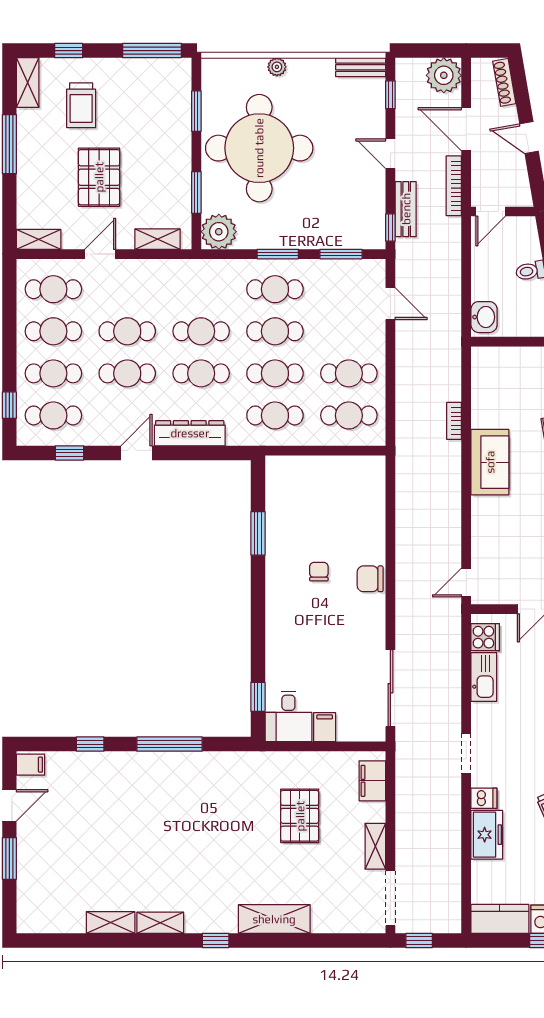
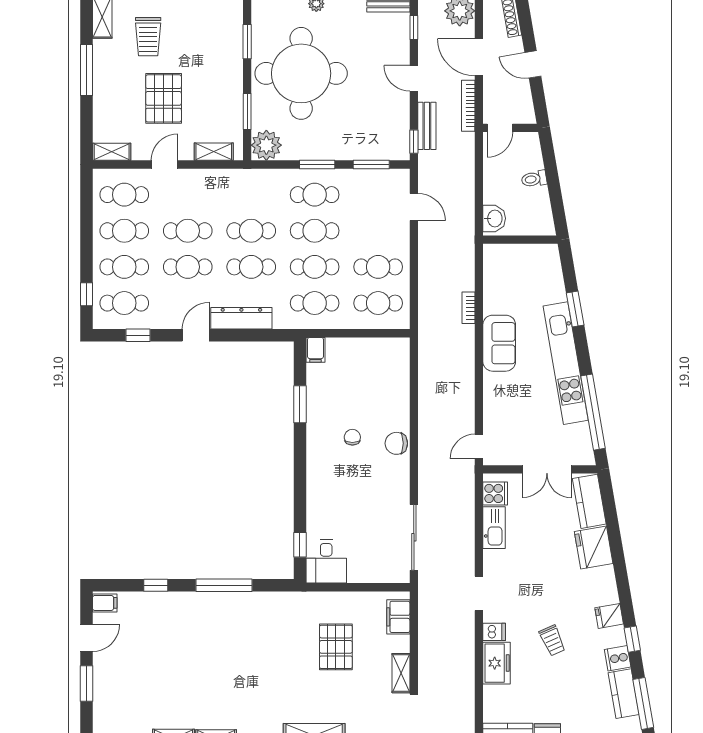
filing cabinet: (325, 727) -> (315, 350), moved, turned 180

